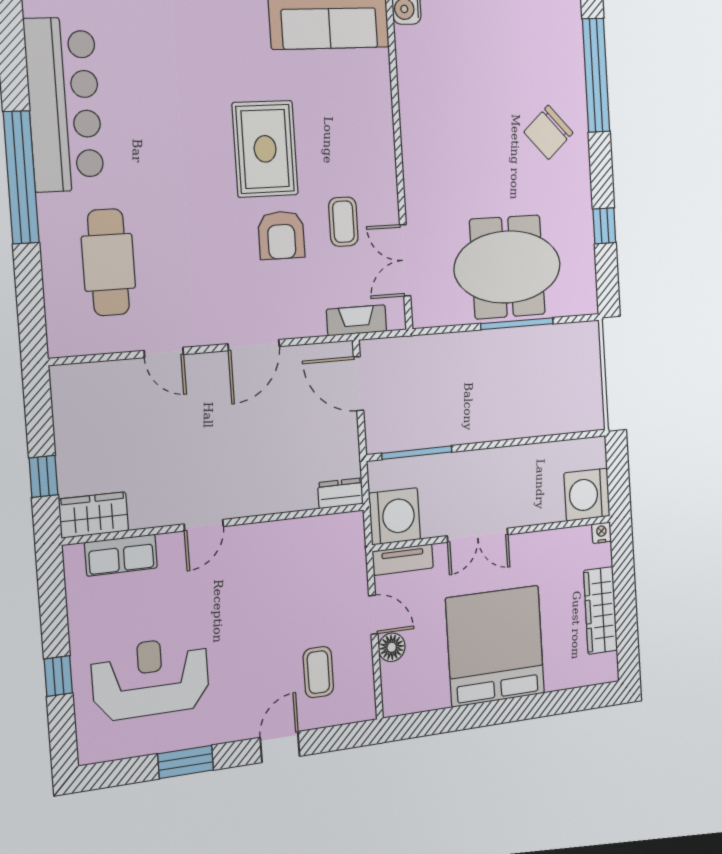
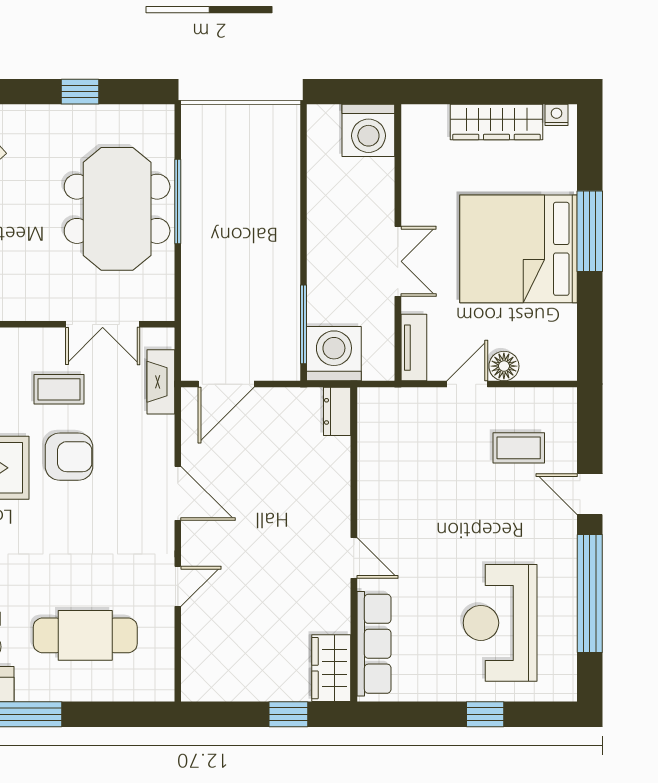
washing machine: (395, 516) -> (334, 354), moved
nightstand: (601, 533) -> (556, 115), moved, turned 90
row of seats: (121, 555) -> (374, 644), width x1.48
window: (514, 709) -> (590, 231), added
window: (186, 762) -> (590, 594), width x2.11

